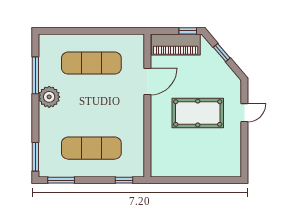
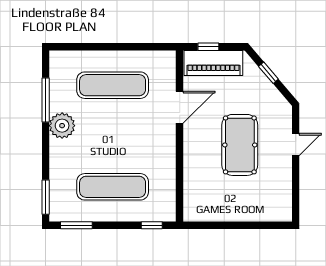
window: (188, 31) -> (208, 47), moved
pool table: (198, 113) -> (240, 145), turned 90

